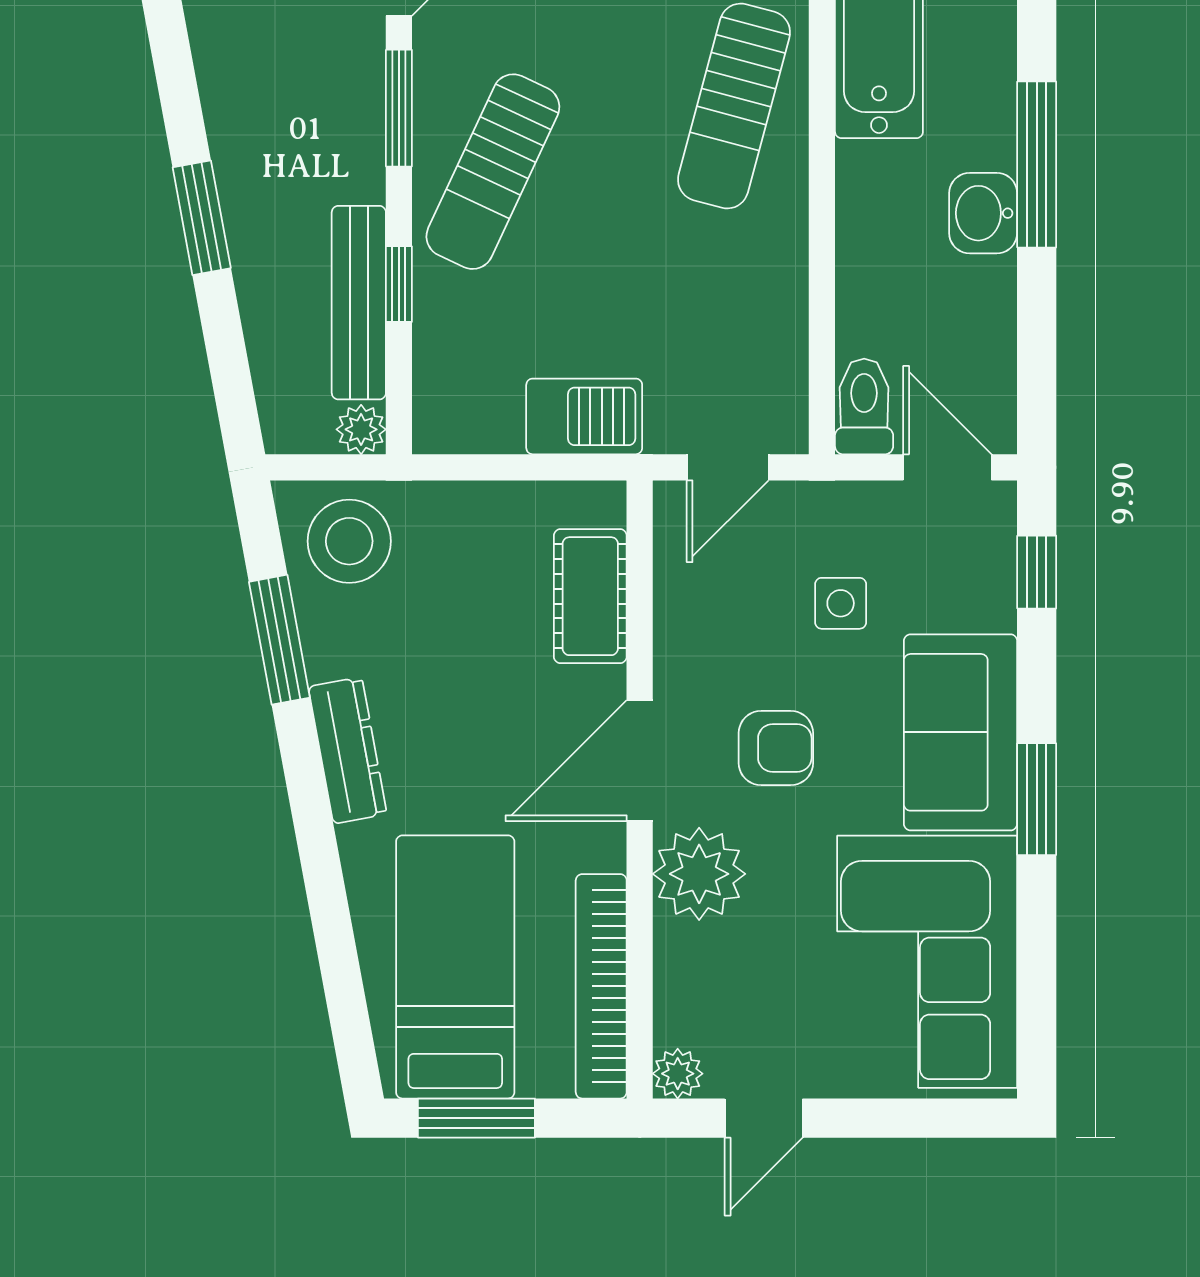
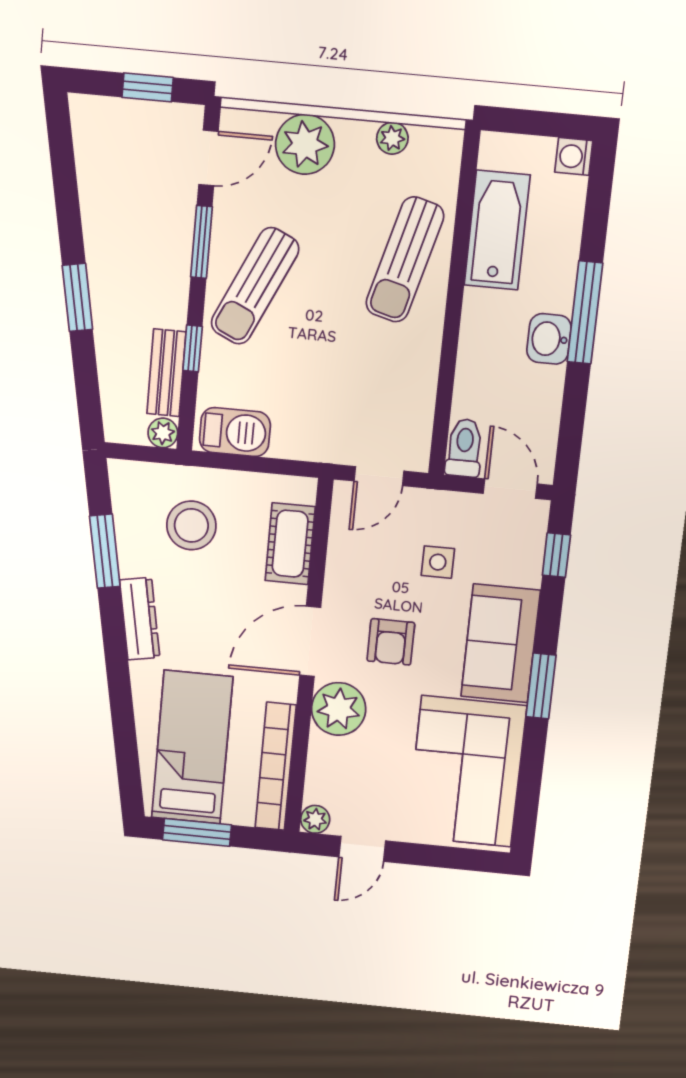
bench: (359, 303) -> (166, 373), width x0.73
barbecue: (584, 416) -> (235, 432), moved
stool: (349, 541) -> (191, 525), moved
armchair: (776, 748) -> (391, 642), turned 90

